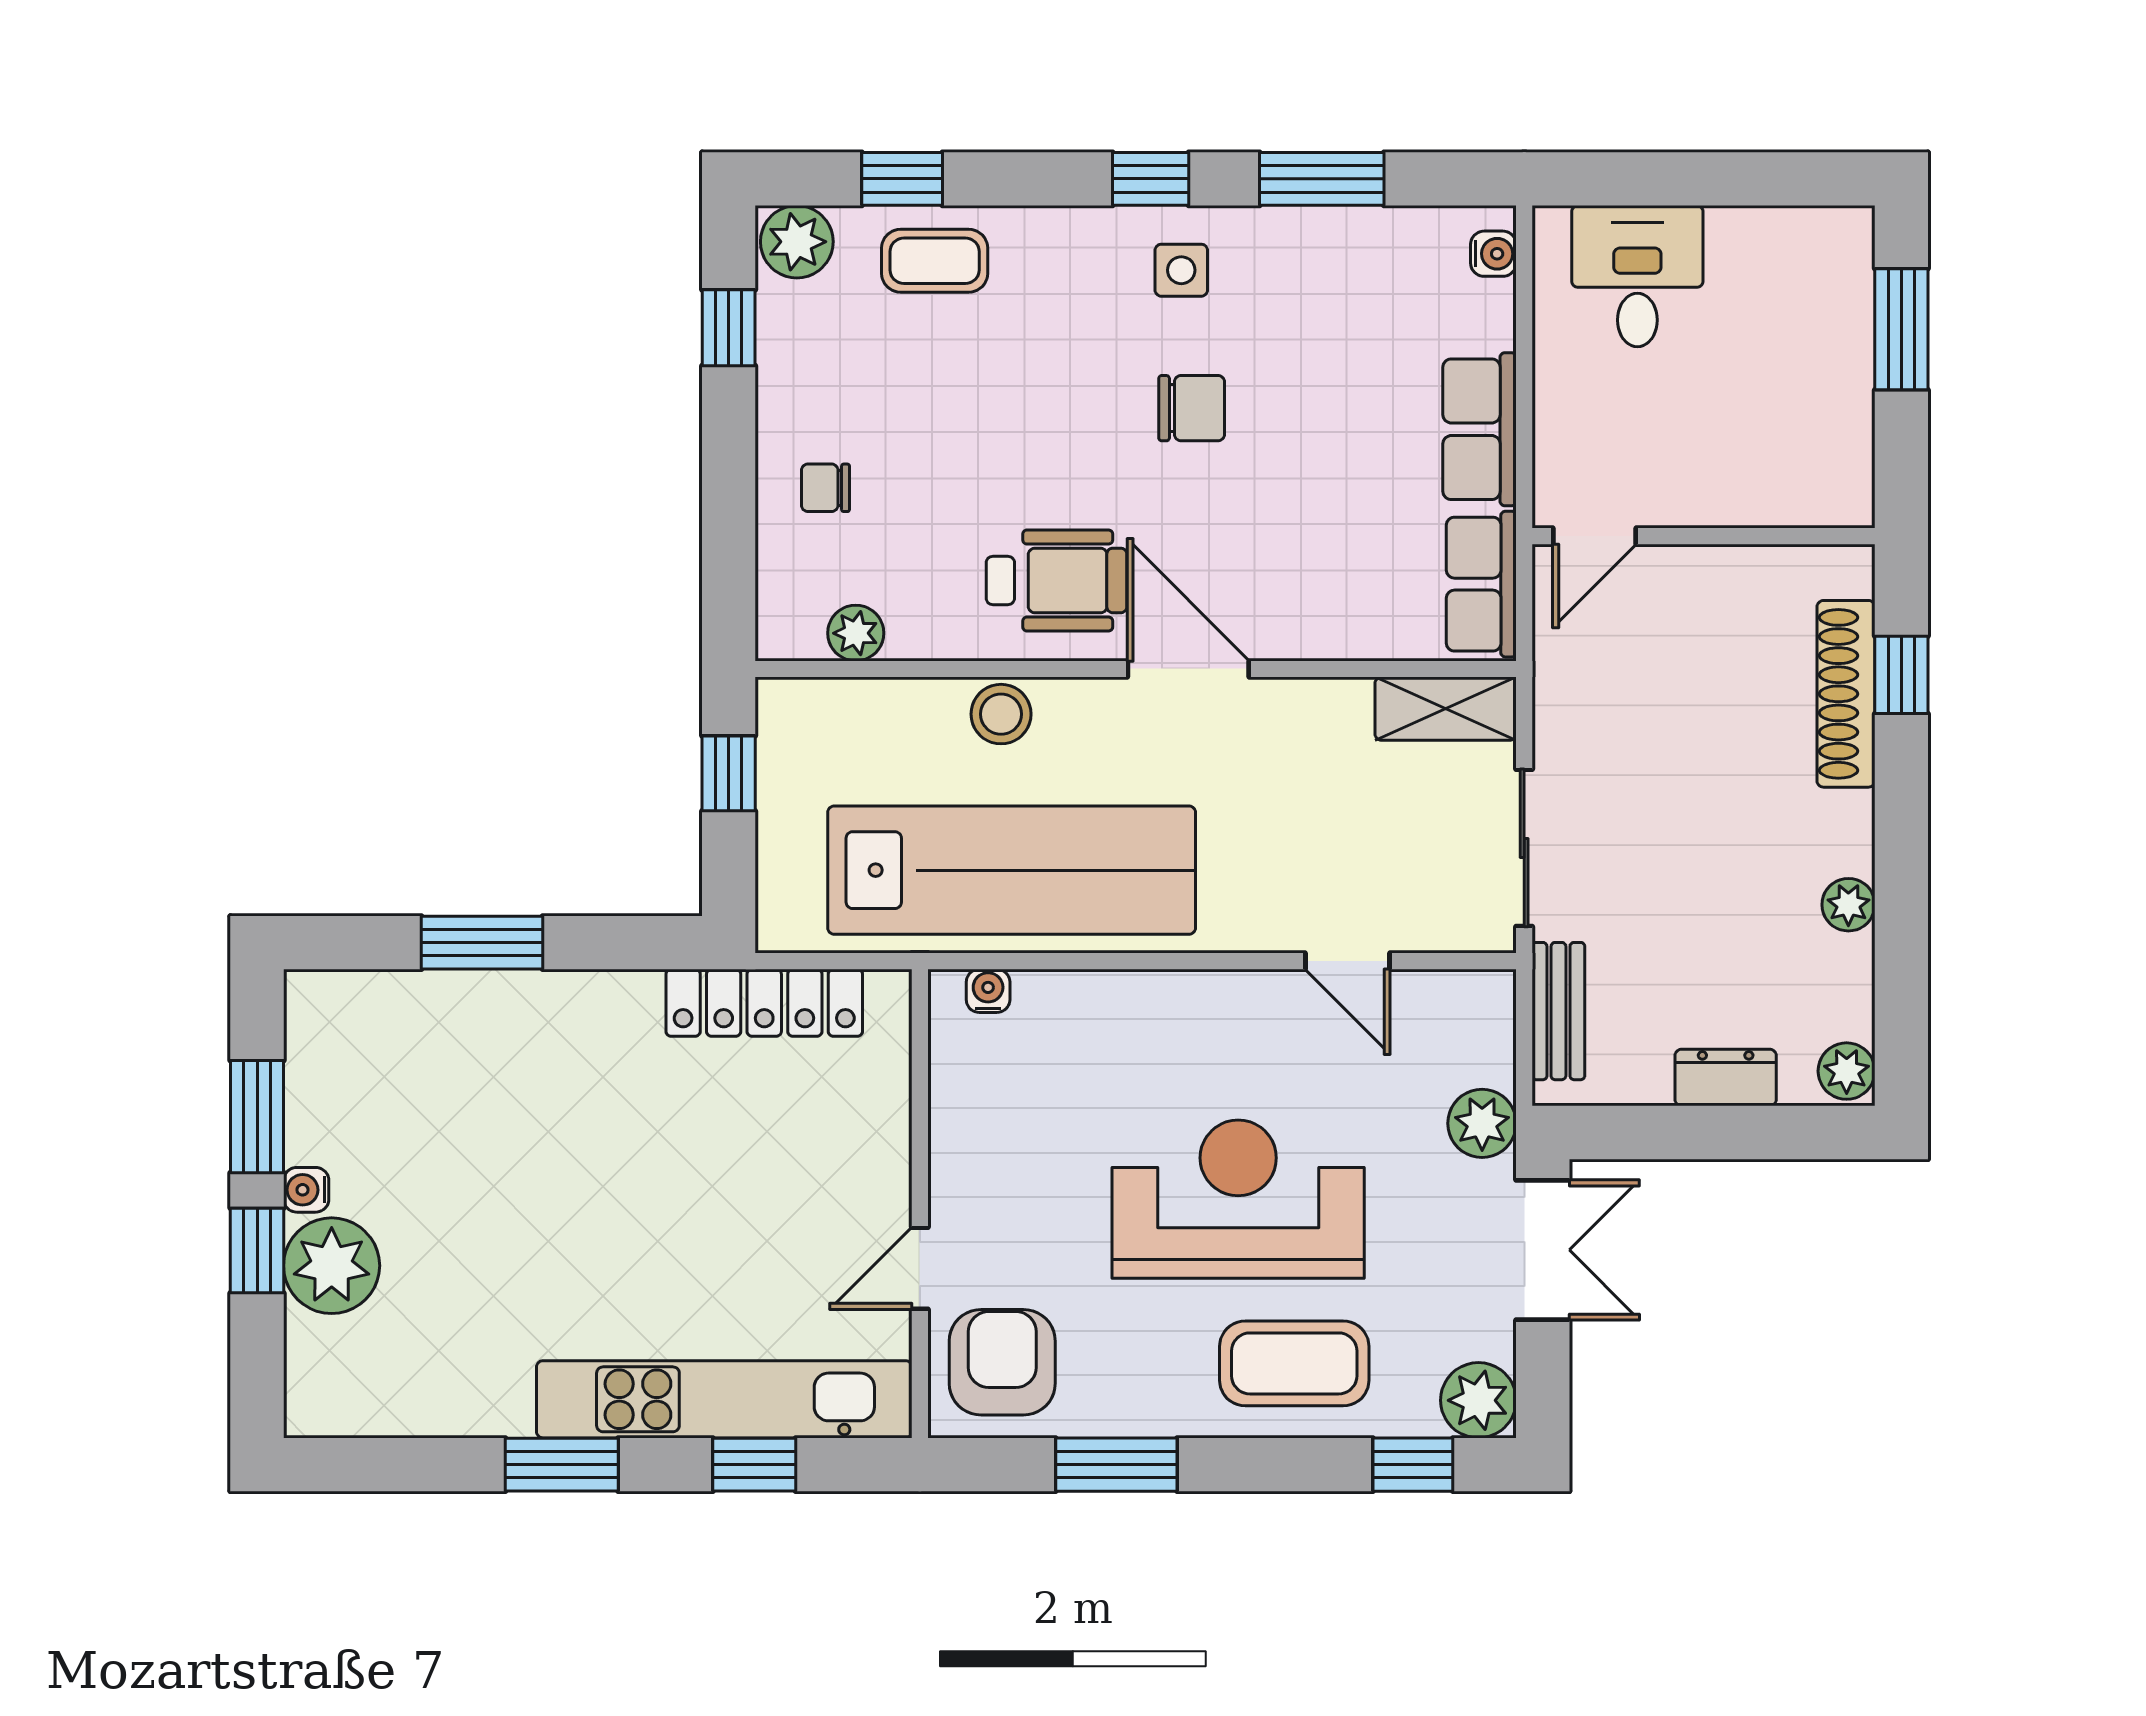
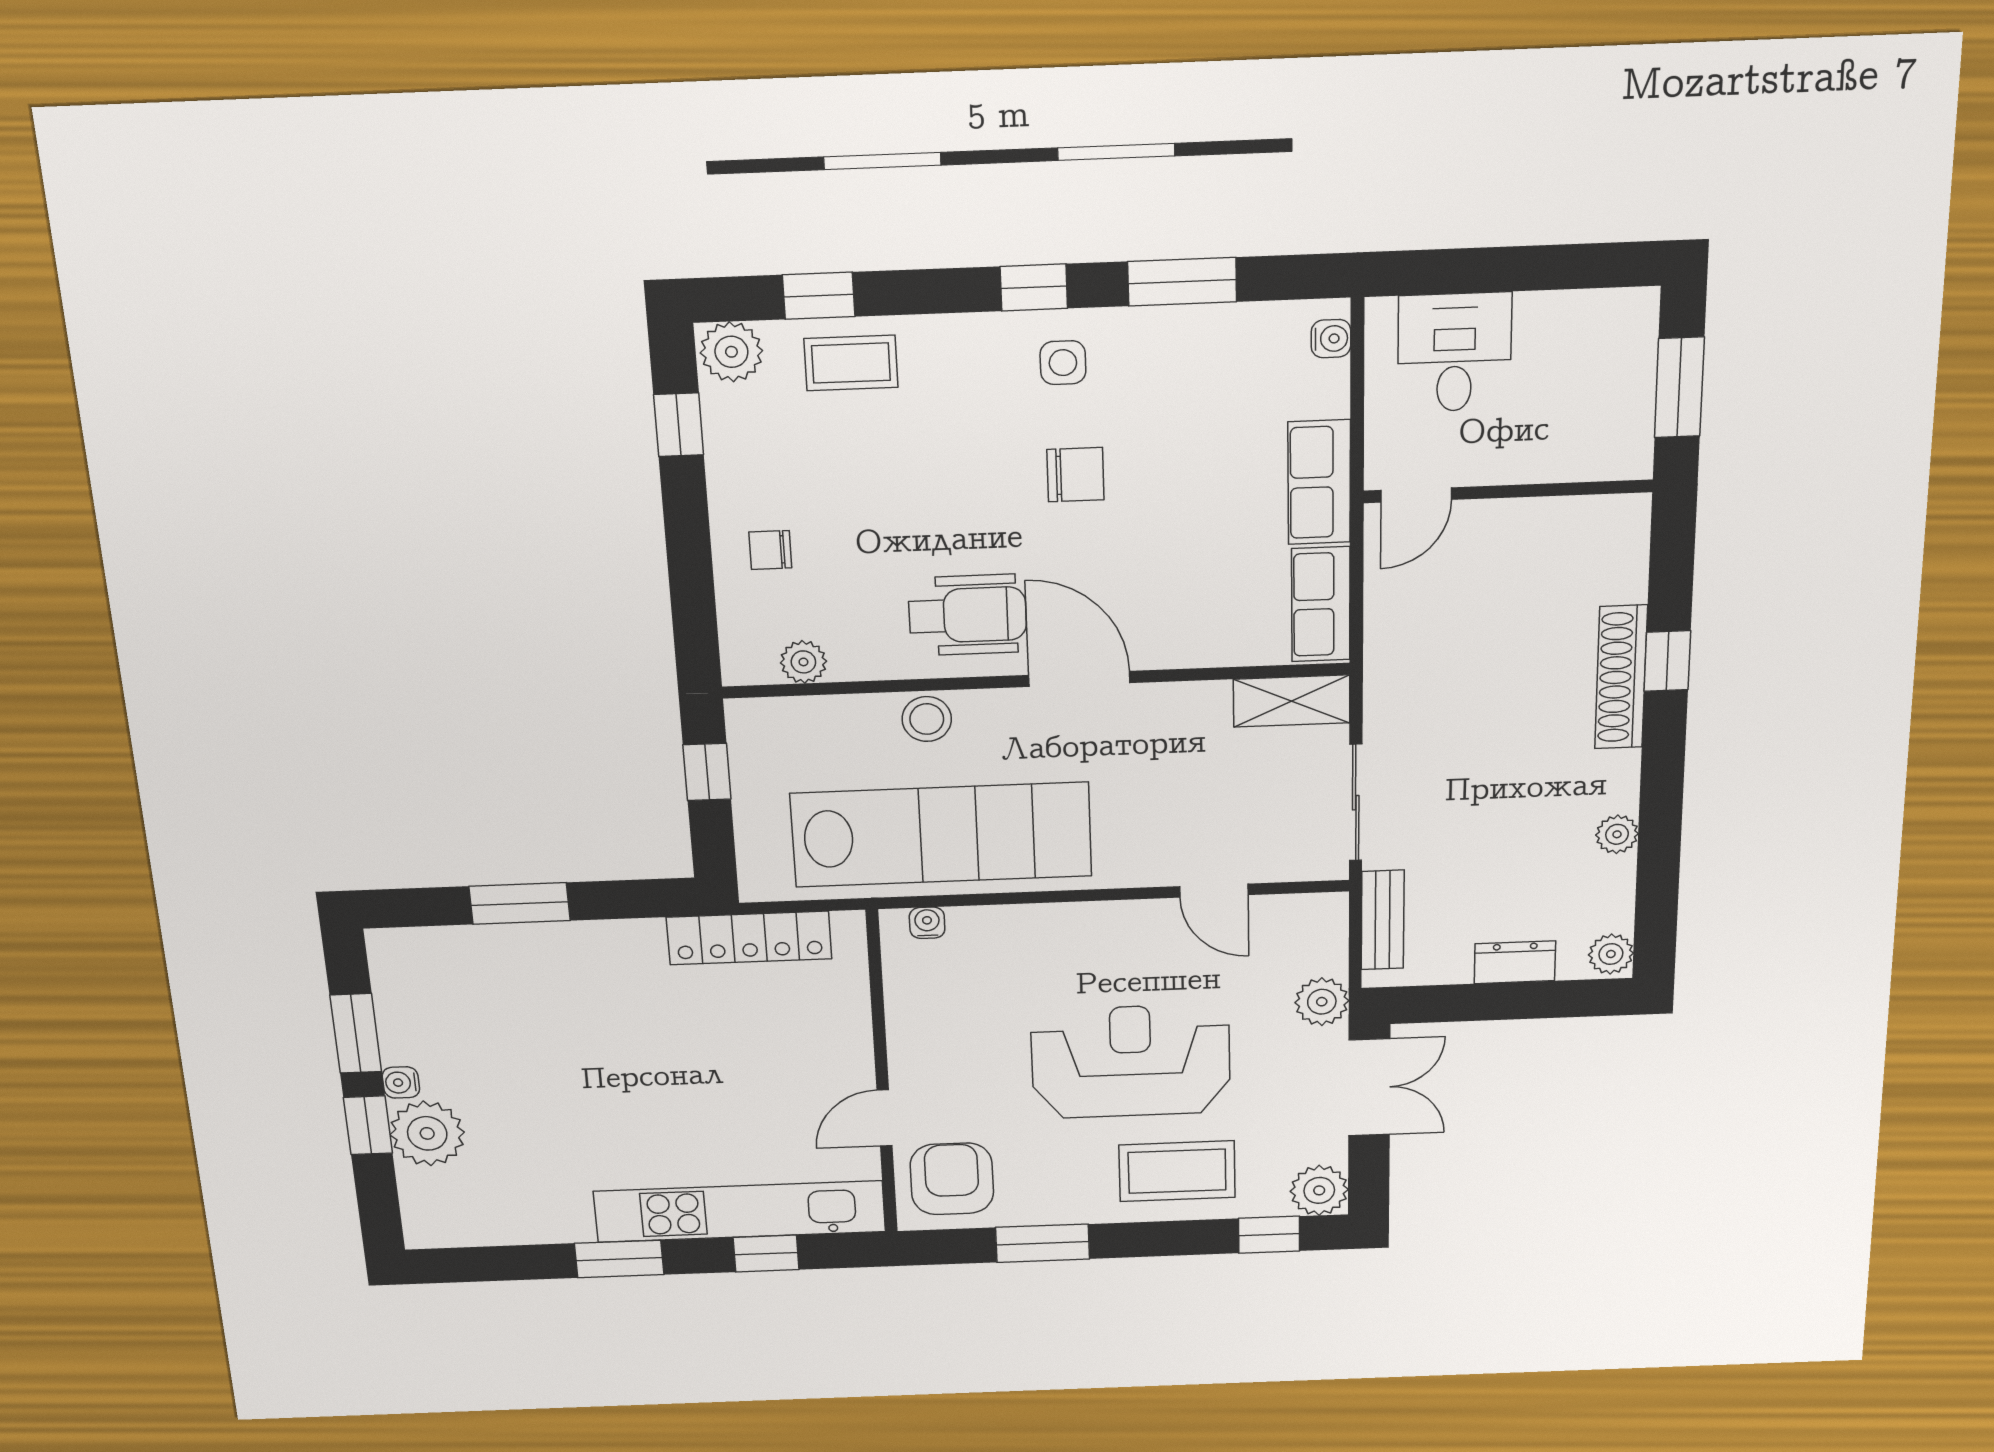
door: (1595, 536) -> (1416, 495), moved
wall: (1704, 536) -> (1508, 491), moved

